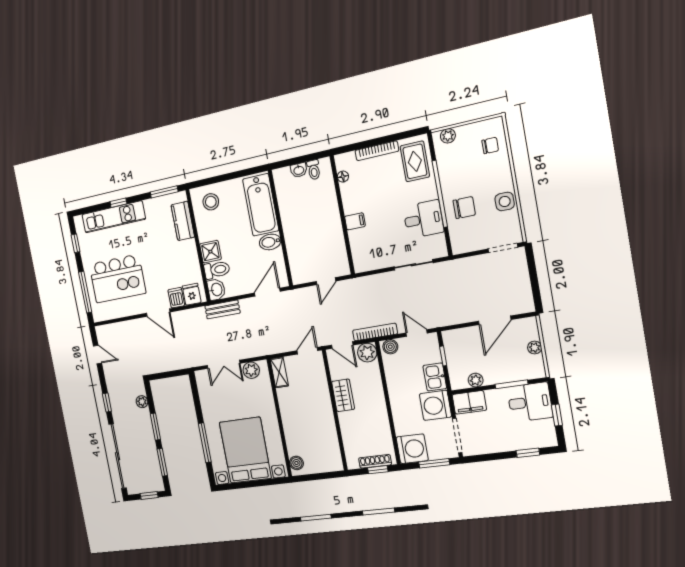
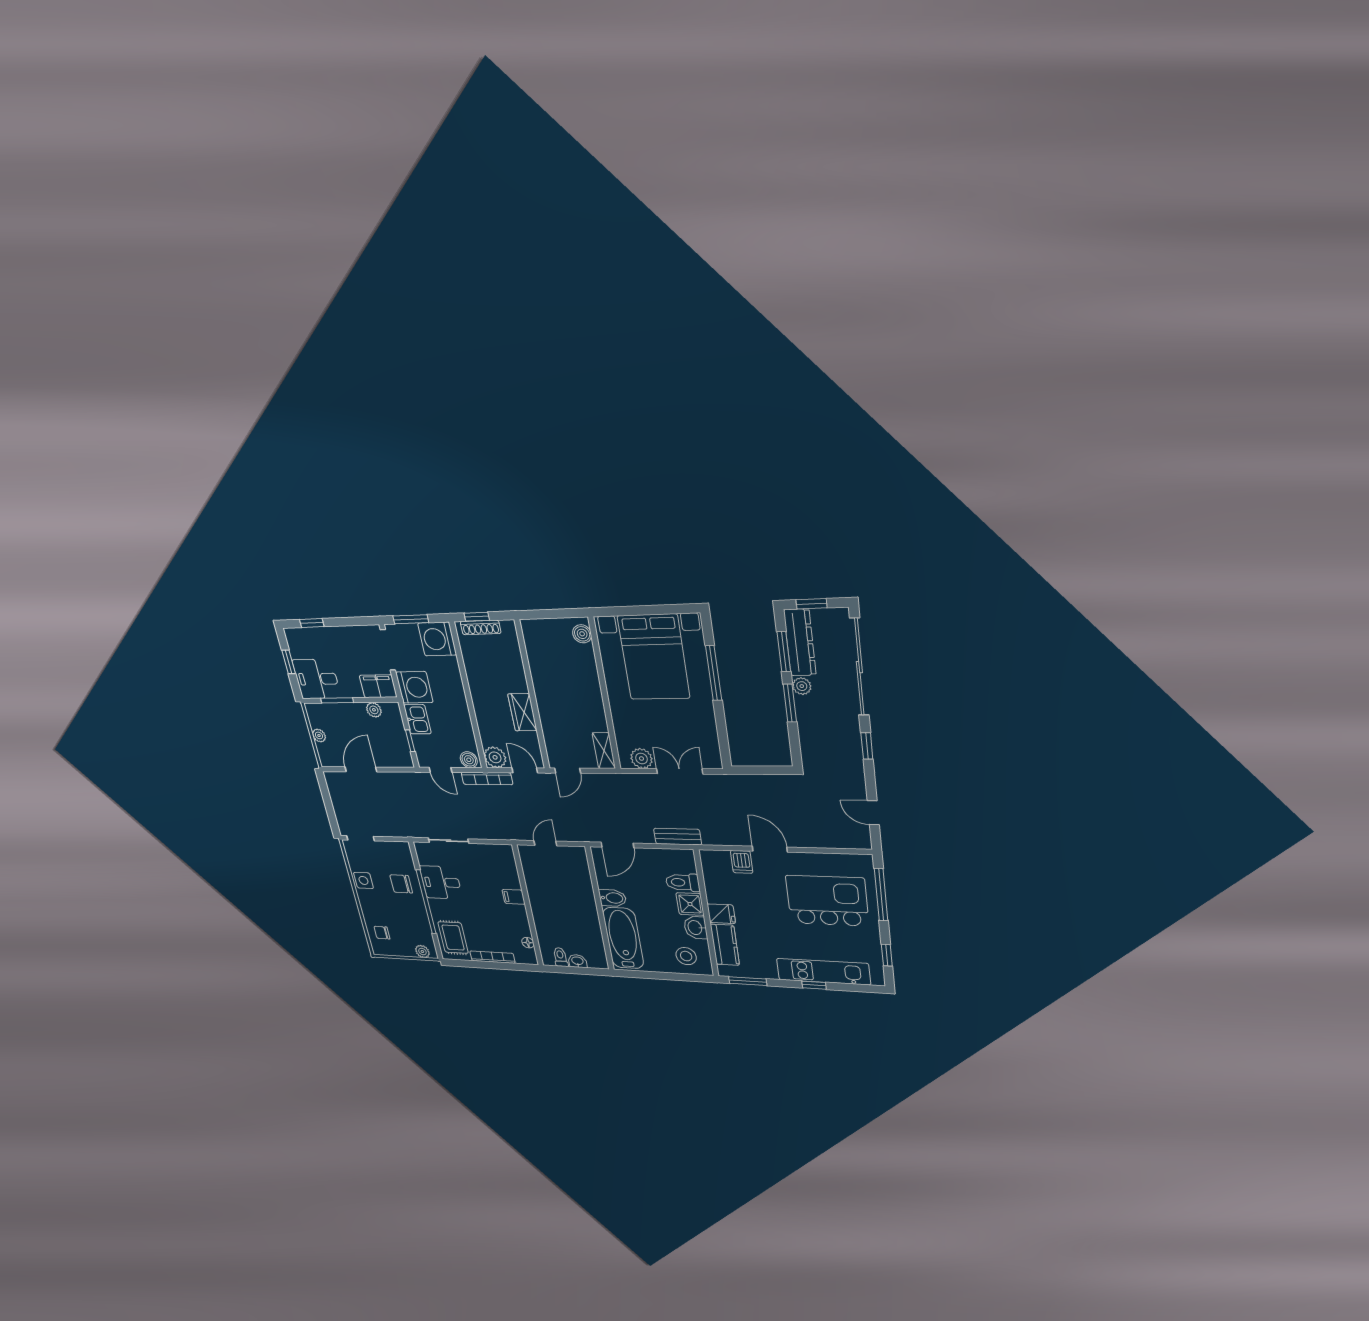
washbasin: (216, 290) -> (695, 928), moved
fridge: (192, 294) -> (721, 914), moved, turned -90
plant: (142, 402) -> (802, 686), moved
dresser: (153, 469) -> (800, 643), added

